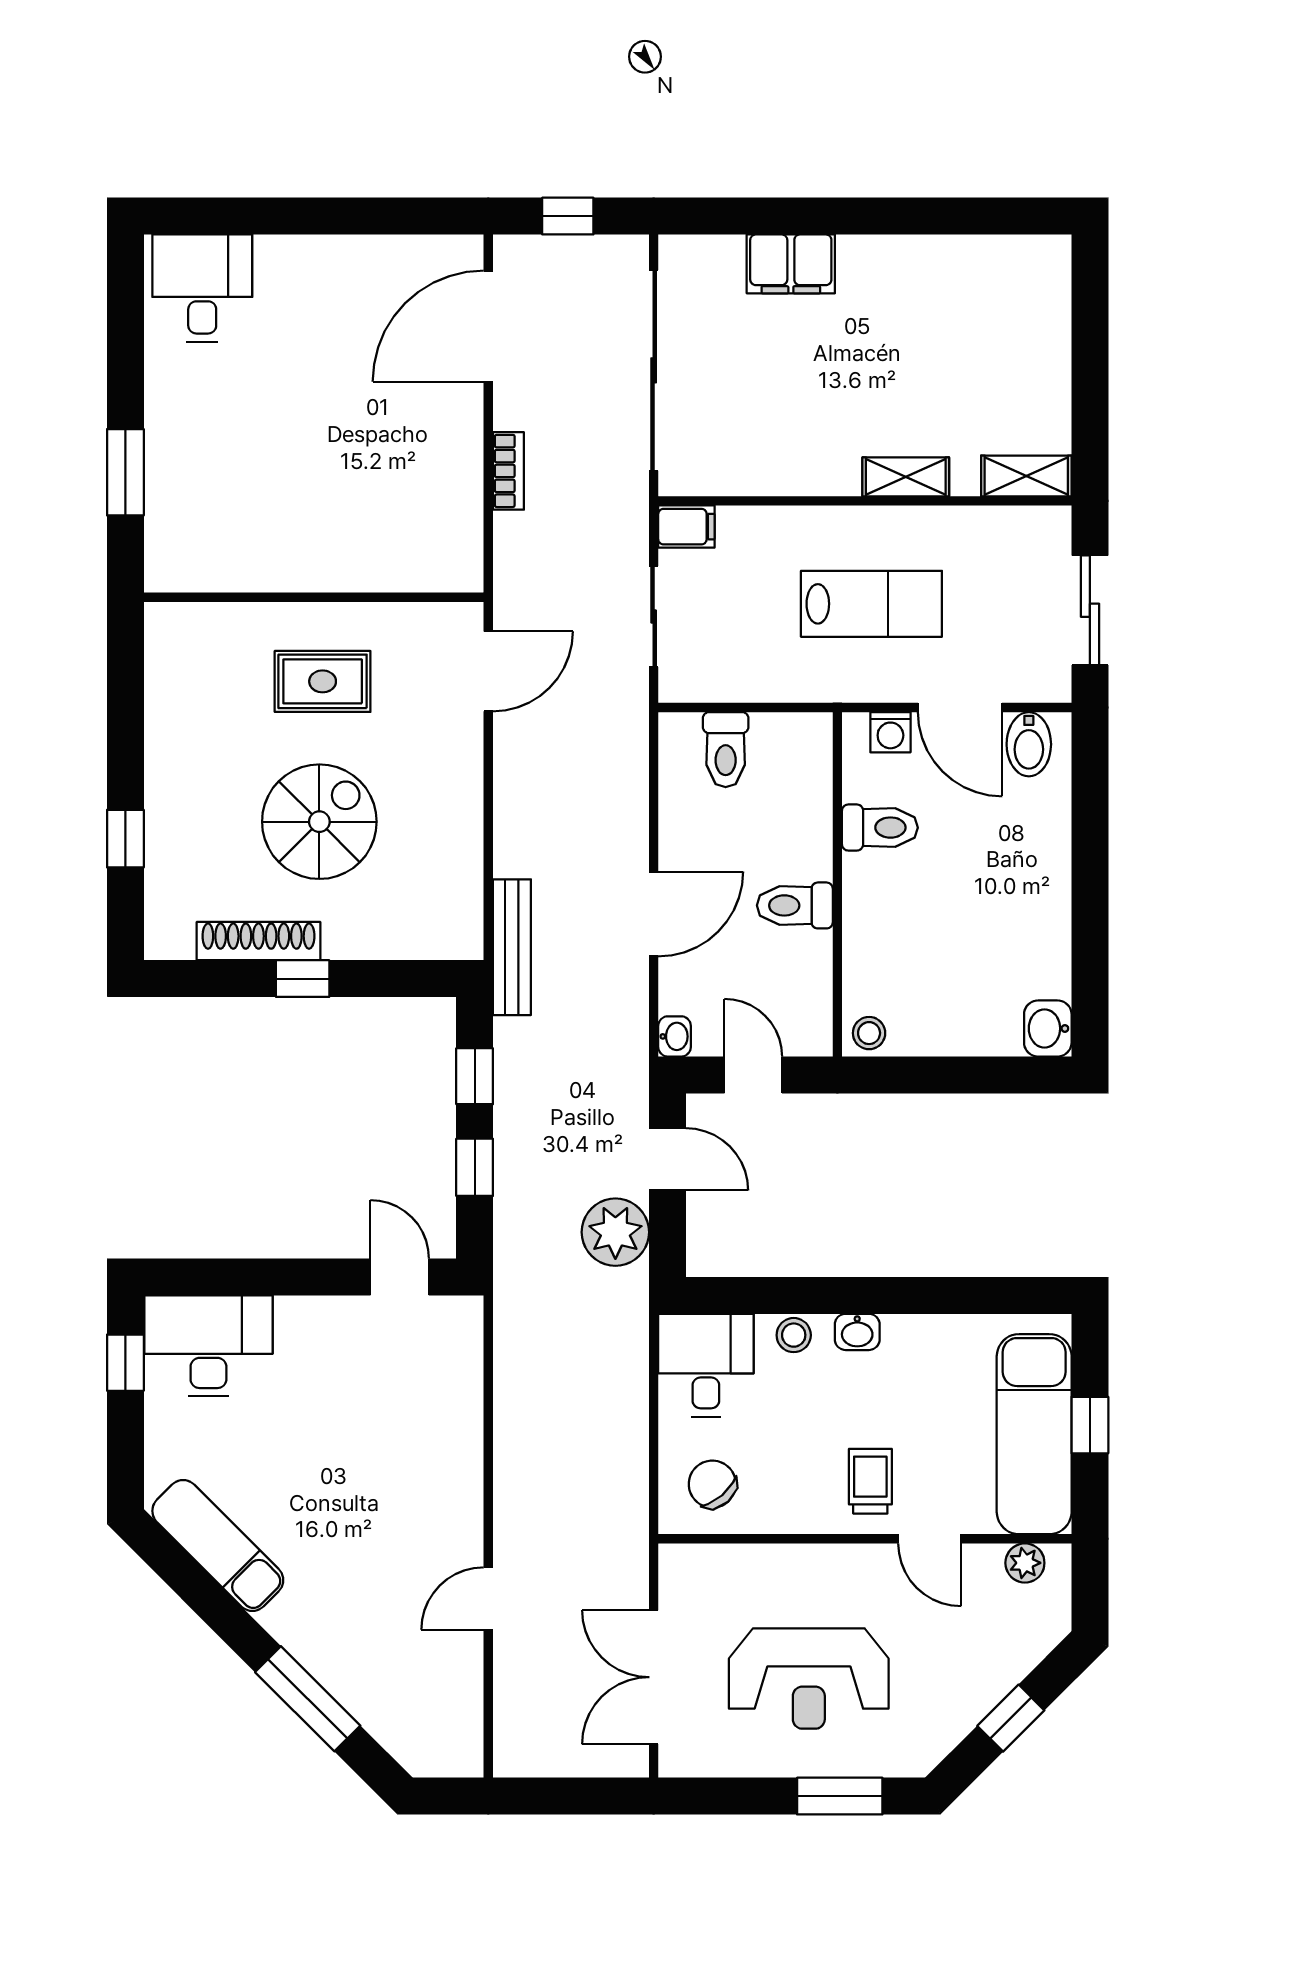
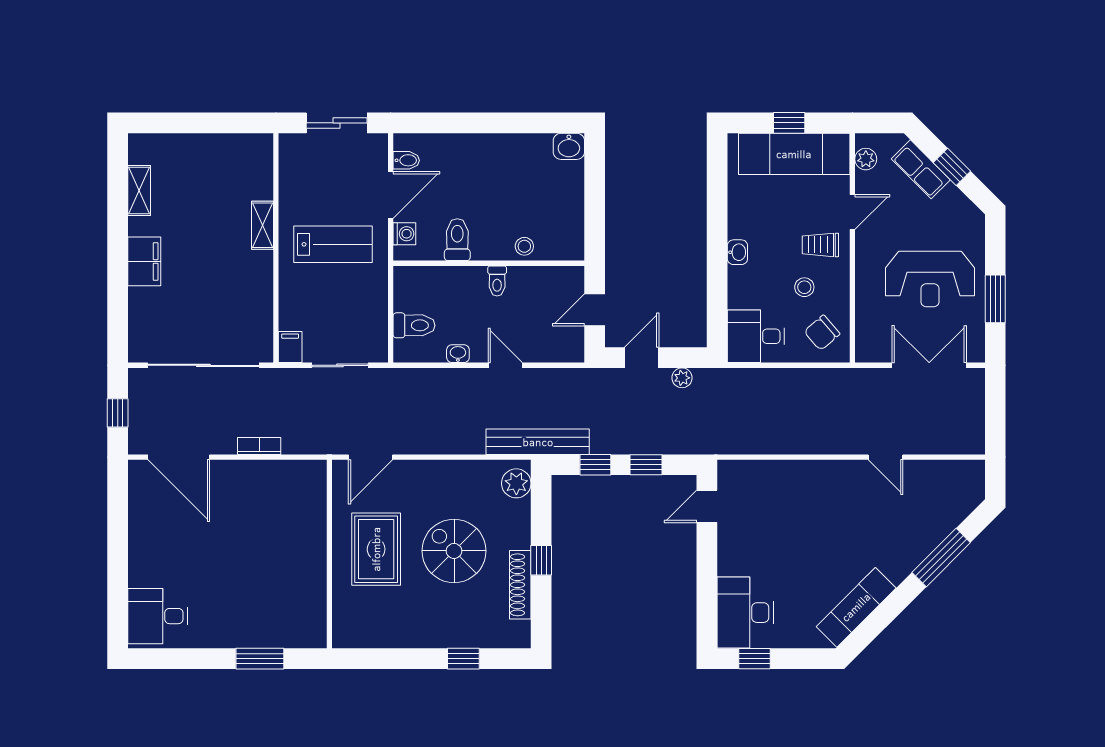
filing cabinet: (791, 264) -> (144, 261), moved
shelving: (1026, 476) -> (139, 191), moved
lab bench: (871, 604) -> (333, 244), turned 90
door: (488, 671) -> (371, 457), swing flipped
rug: (323, 681) -> (376, 549), width x1.36, depth x1.43
bidet: (1029, 744) -> (406, 160), width x0.72, depth x0.74
toilet: (795, 905) -> (497, 281), width x0.73, depth x0.72
door: (654, 914) -> (505, 365), width x0.73
plant: (441, 934) -> (516, 483), added
bench: (512, 947) -> (538, 442), width x1.37, depth x1.21
stool: (869, 1033) -> (524, 246), moved
washbasin: (675, 1036) -> (458, 354), moved
plant: (615, 1232) -> (682, 378), width x0.53, depth x0.53
stool: (794, 1335) -> (804, 287), moved
row of seats: (1006, 1662) -> (921, 169), added
double door: (654, 1677) -> (929, 365), swing flipped
reception desk: (809, 1679) -> (930, 279), turned 90
window: (840, 1796) -> (995, 299), moved

